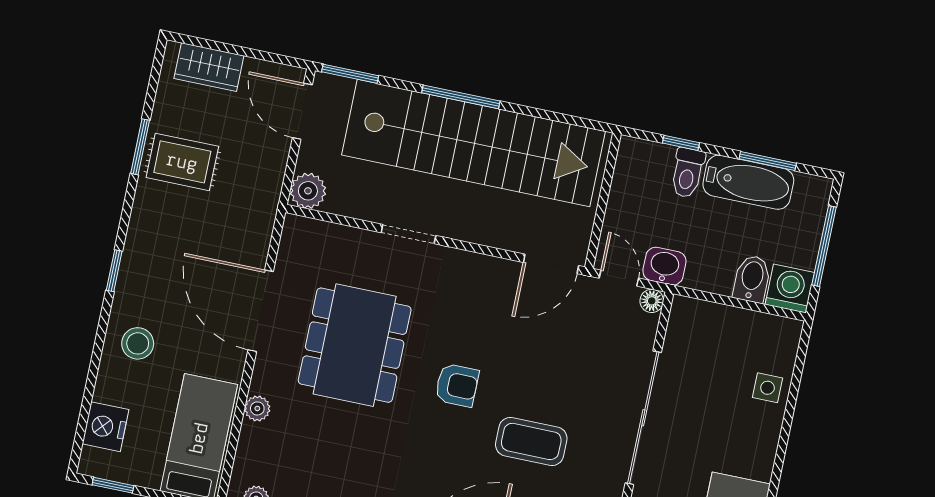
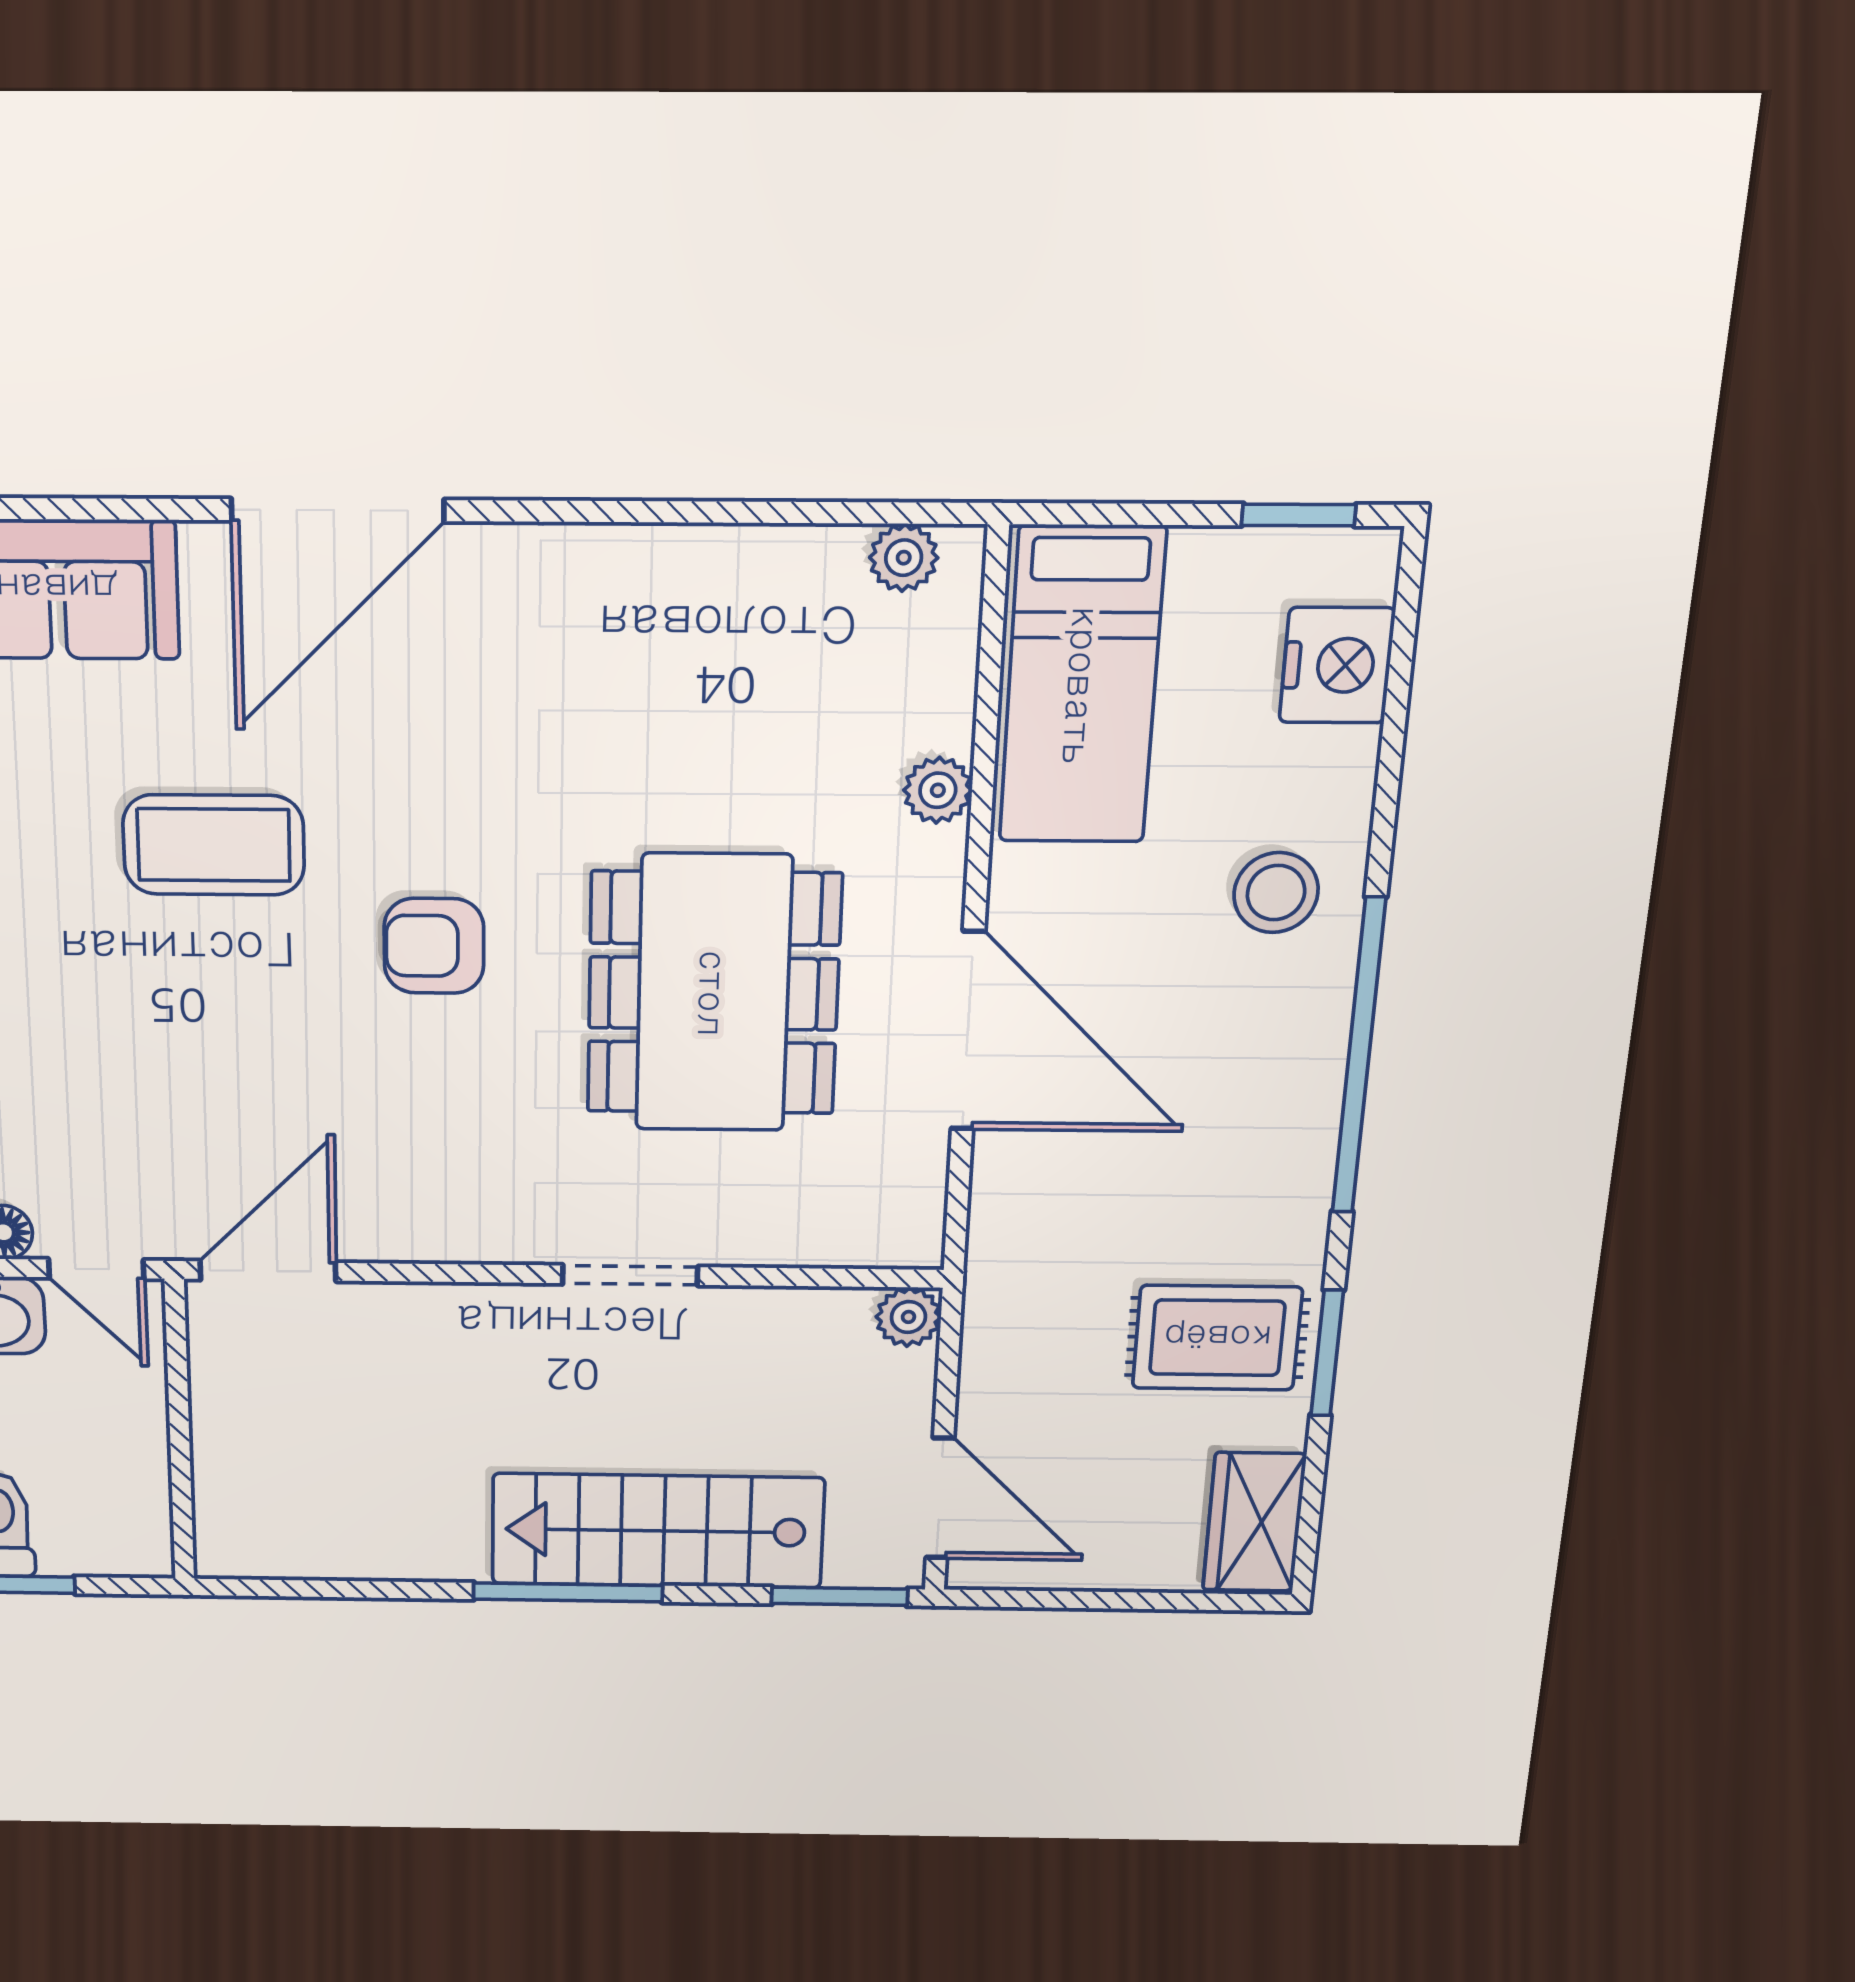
wardrobe: (209, 67) -> (1254, 1522), moved, turned -90
stairs: (473, 143) -> (657, 1531), width x0.54, depth x0.66
plant: (308, 191) -> (908, 1317), width x0.73, depth x0.73
window: (114, 271) -> (1359, 1057), width x3.17

